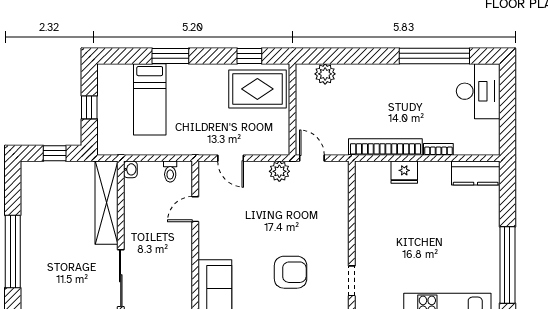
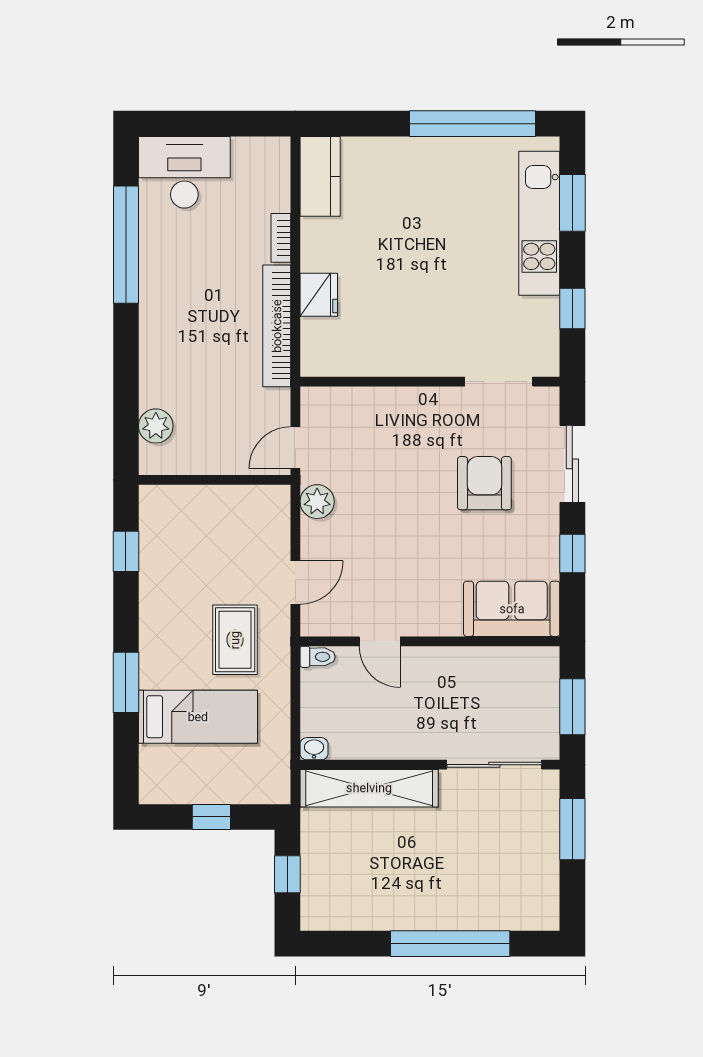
rug: (257, 89) -> (235, 640), moved, width x0.73, depth x0.70
toilet: (170, 172) -> (318, 657), moved
doorway: (352, 281) -> (499, 382), width x1.38

